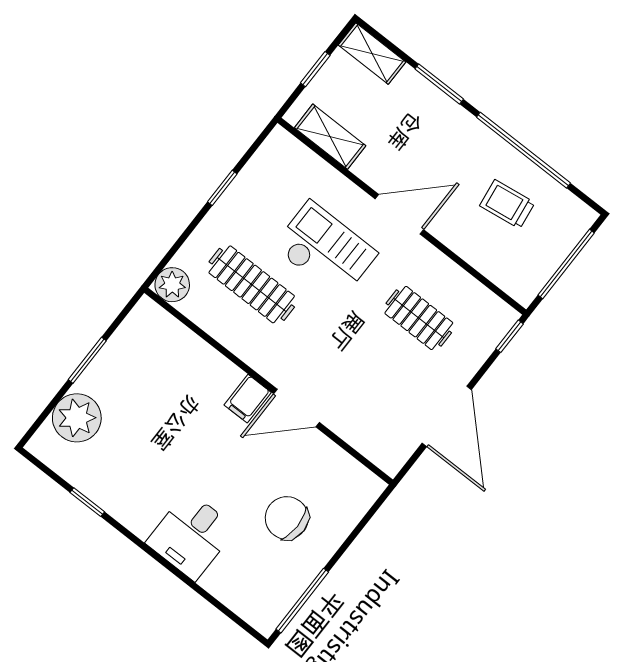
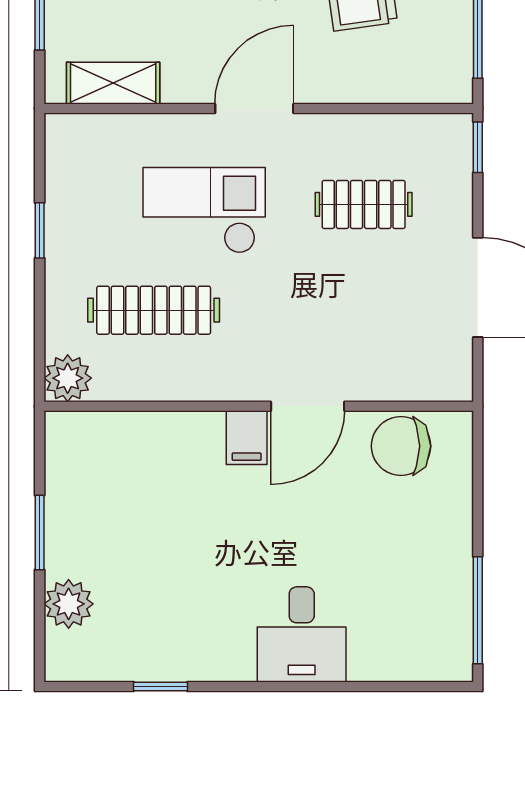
plant: (77, 418) -> (69, 604), width x0.73, depth x0.73
chair: (287, 518) -> (401, 446), moved

